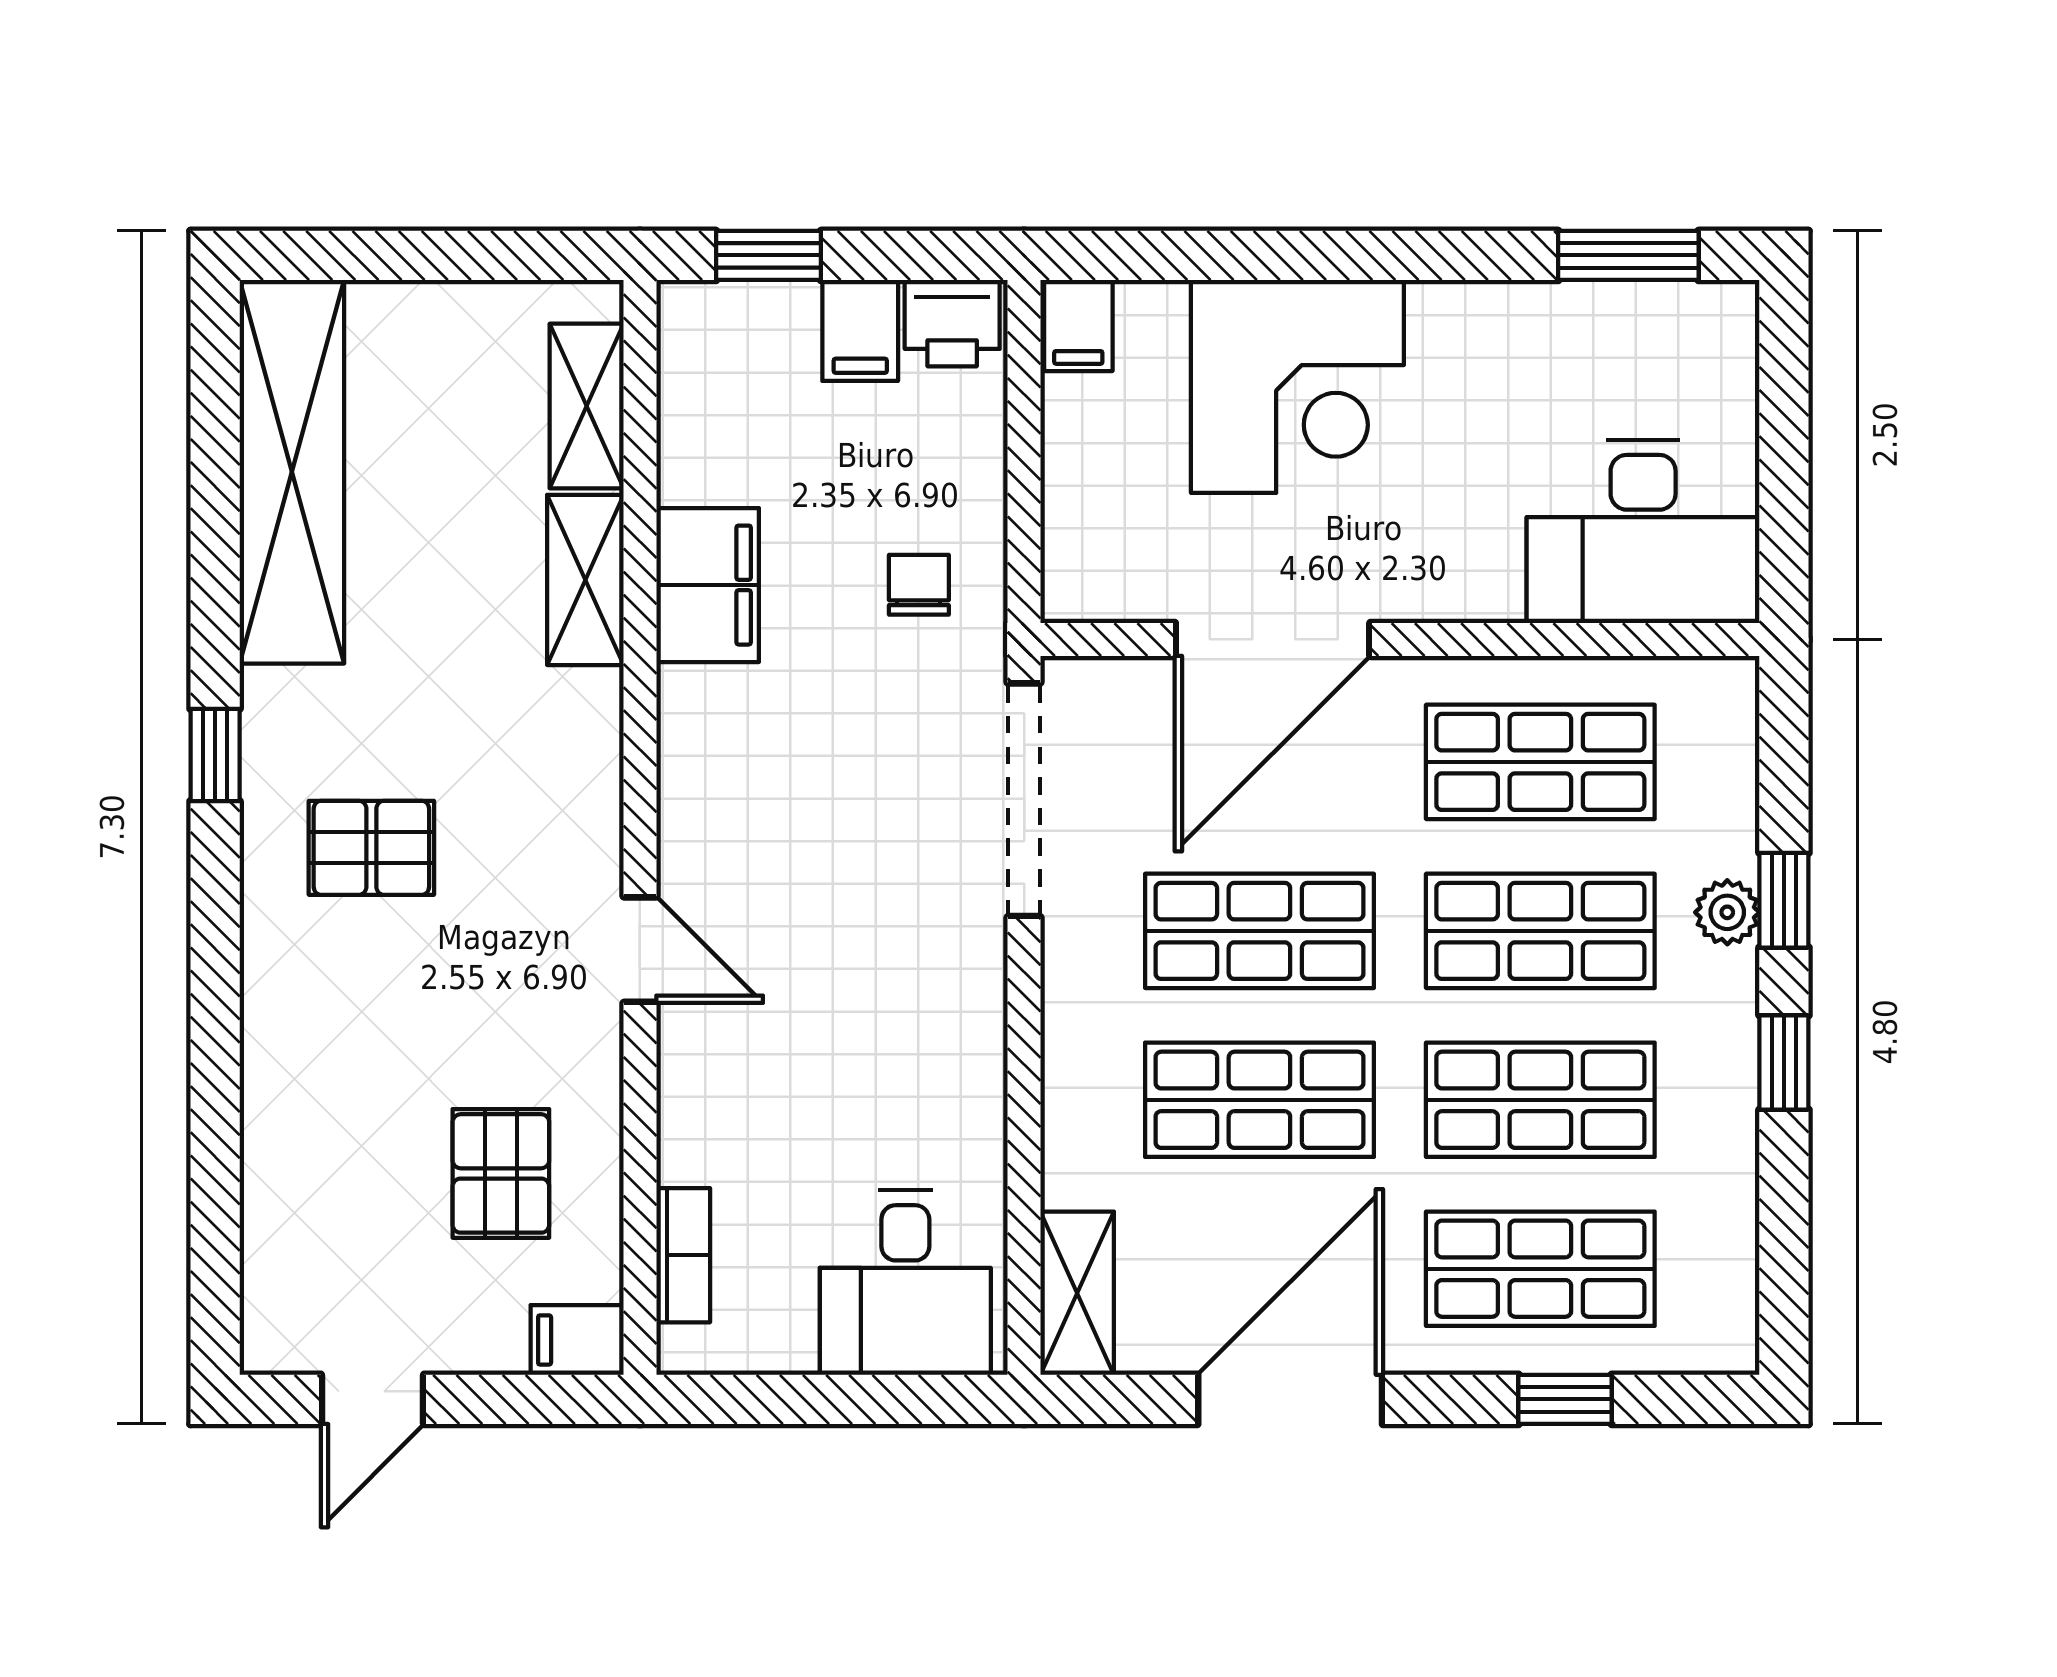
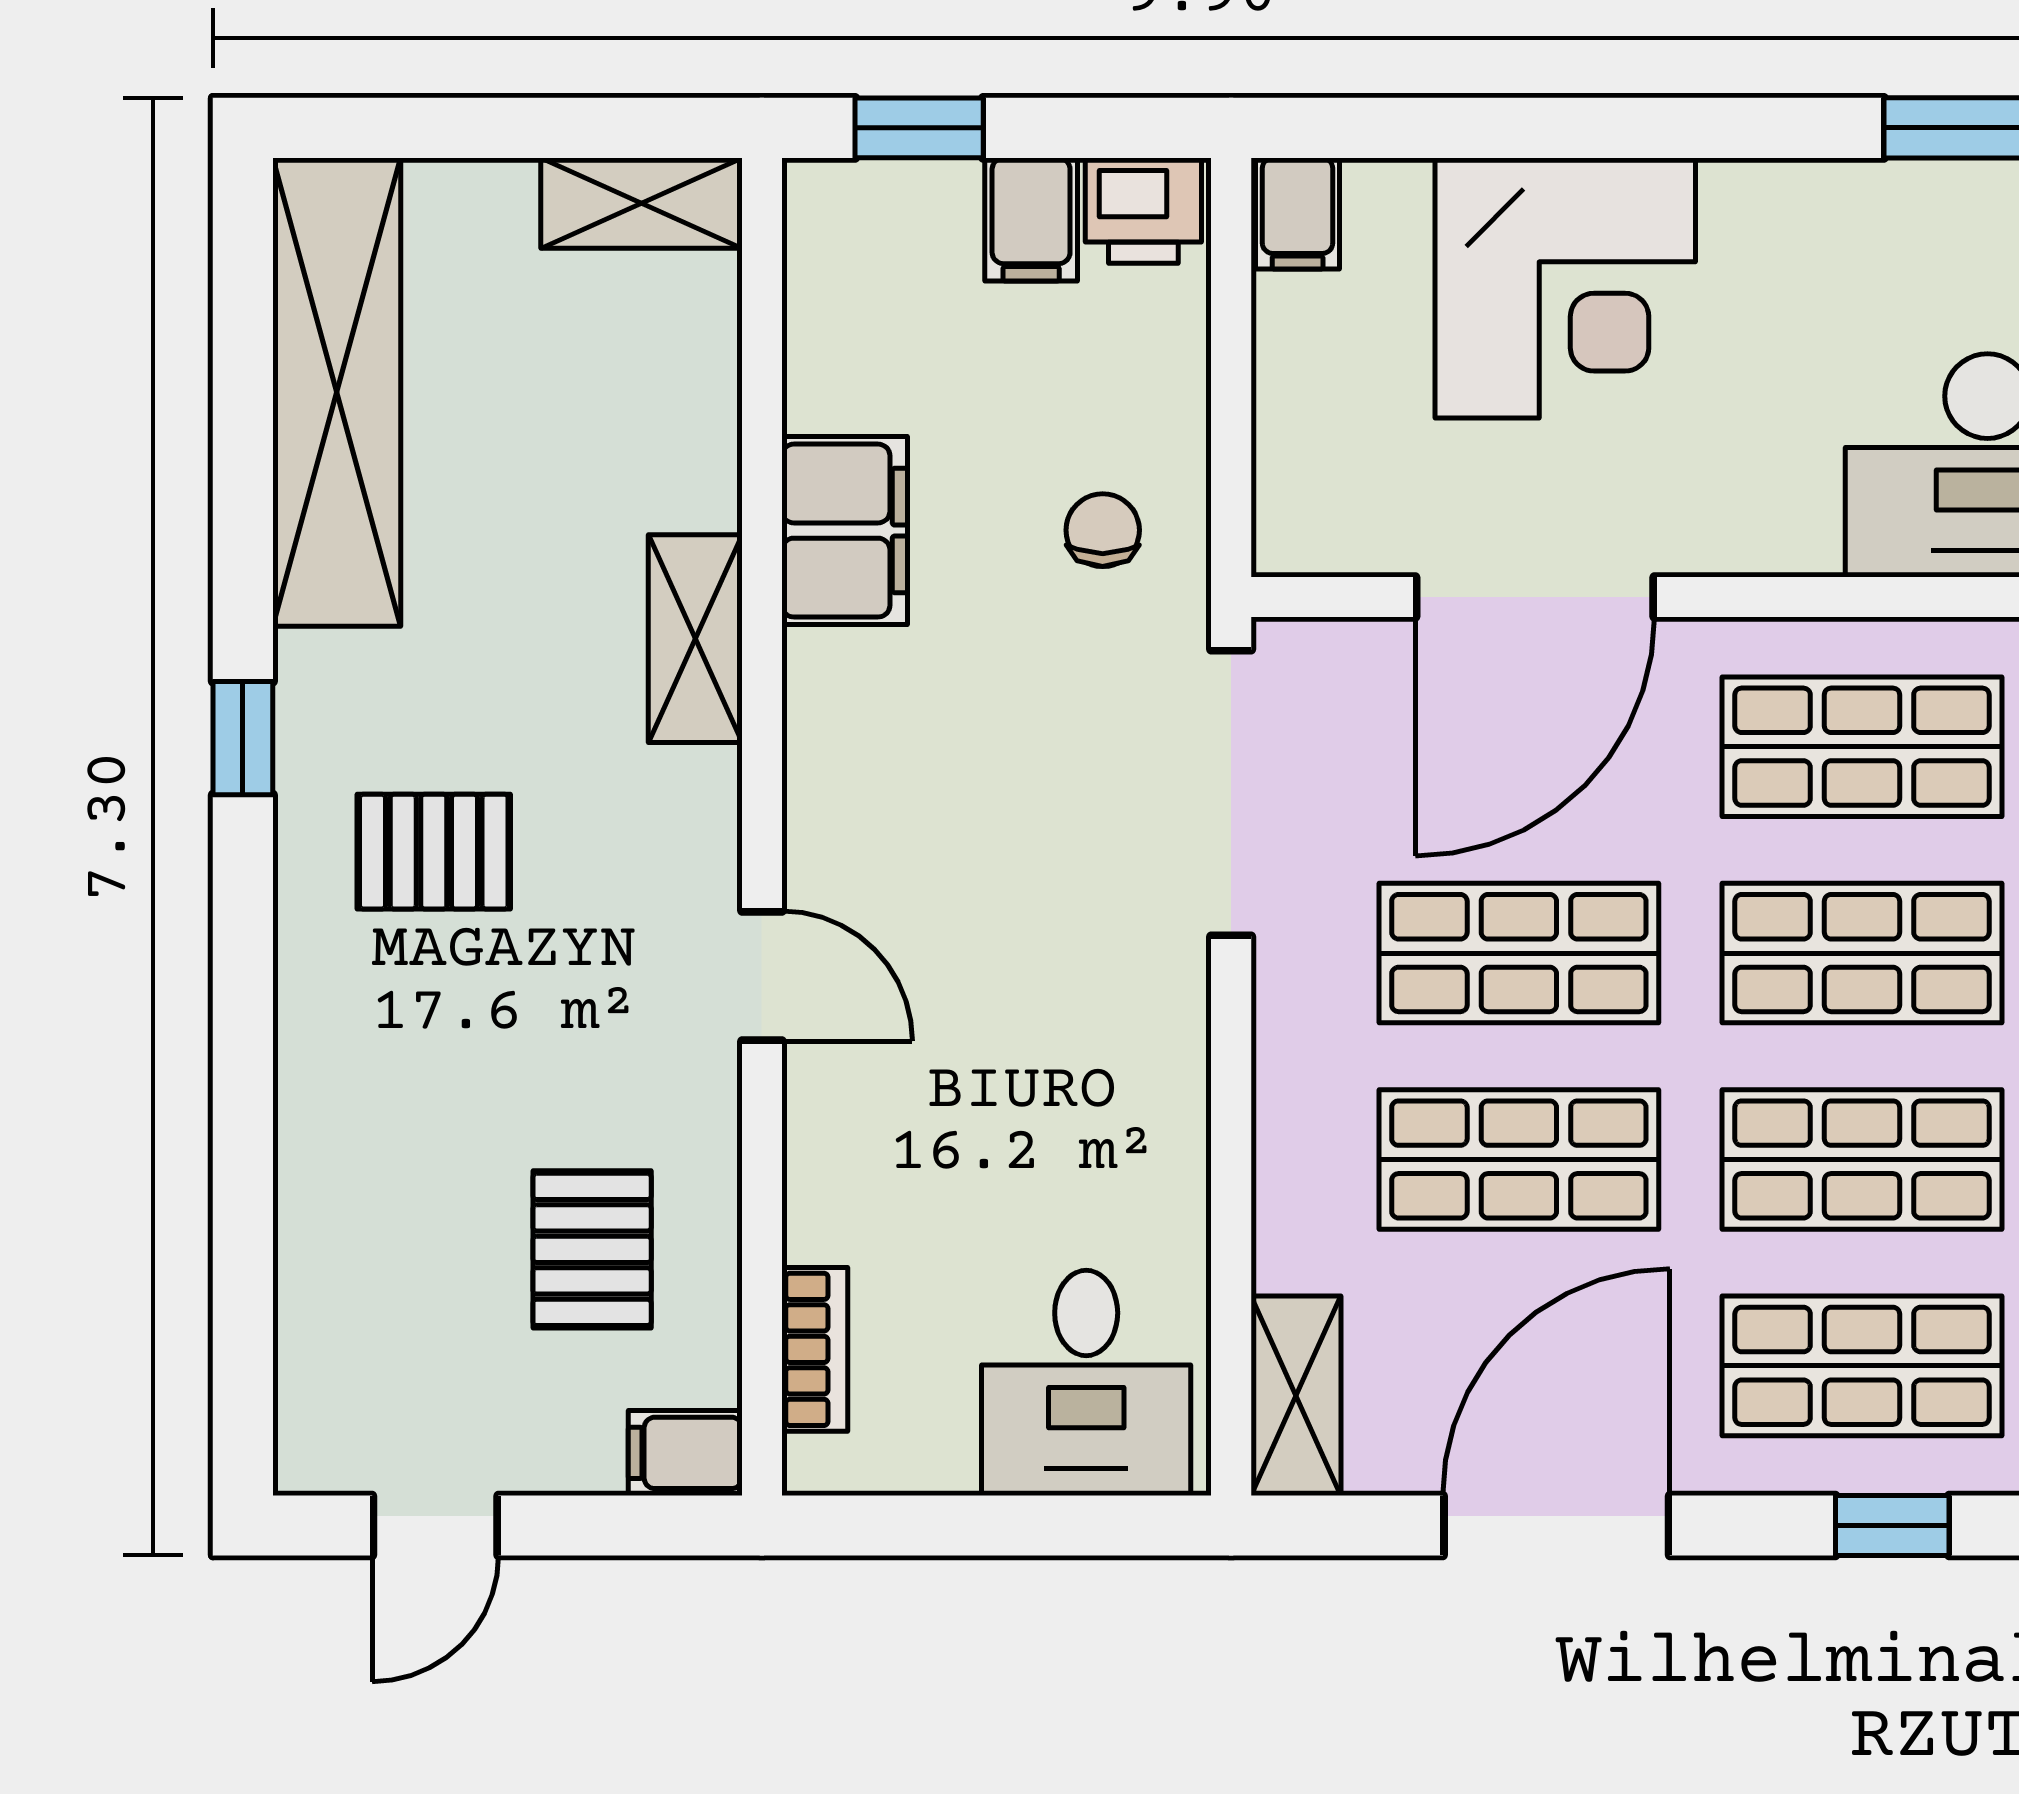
shelving: (587, 406) -> (641, 203), moved, turned 90
shelving: (585, 580) -> (695, 639), moved

